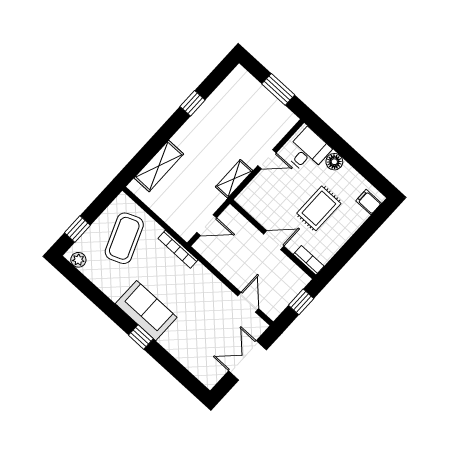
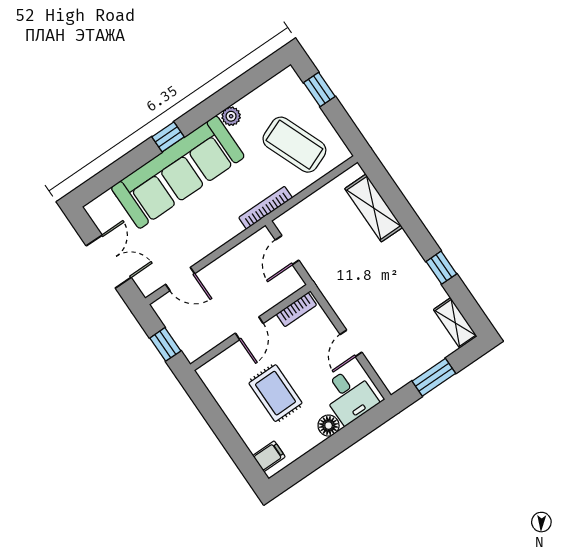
shelving: (234, 179) -> (455, 323), moved
plant: (78, 260) -> (231, 116), moved
bookcase: (309, 260) -> (296, 310), moved
sofa: (146, 311) -> (178, 172), width x1.85, depth x1.27

